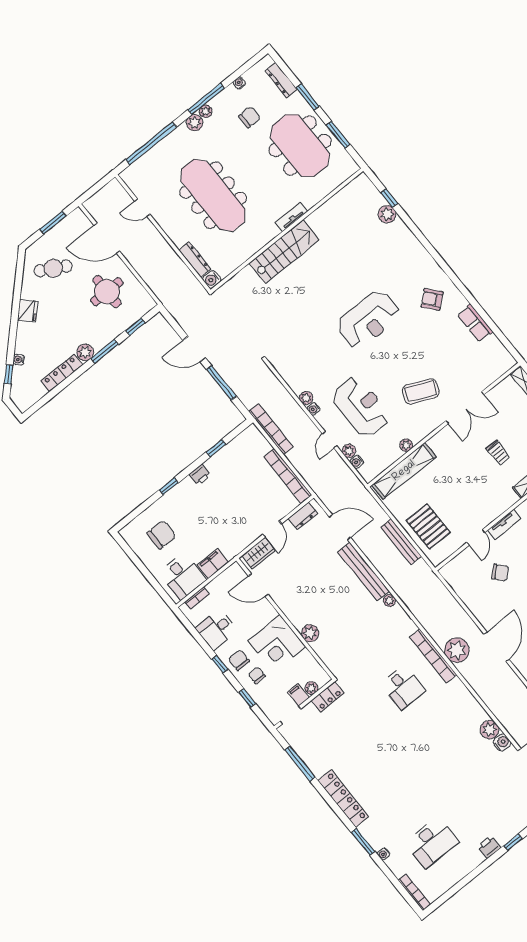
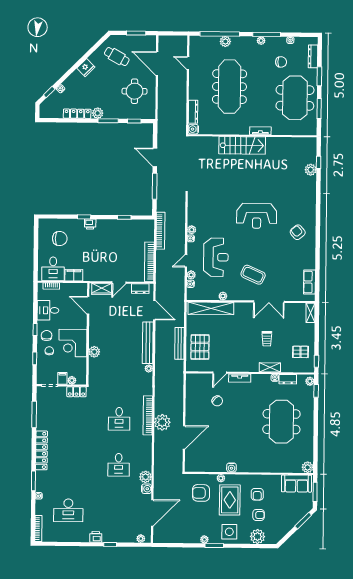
plant: (195, 123) -> (225, 41), moved
row of seats: (475, 323) -> (309, 282), moved
printer: (200, 475) -> (90, 224), moved
desk: (447, 741) -> (119, 465), added

